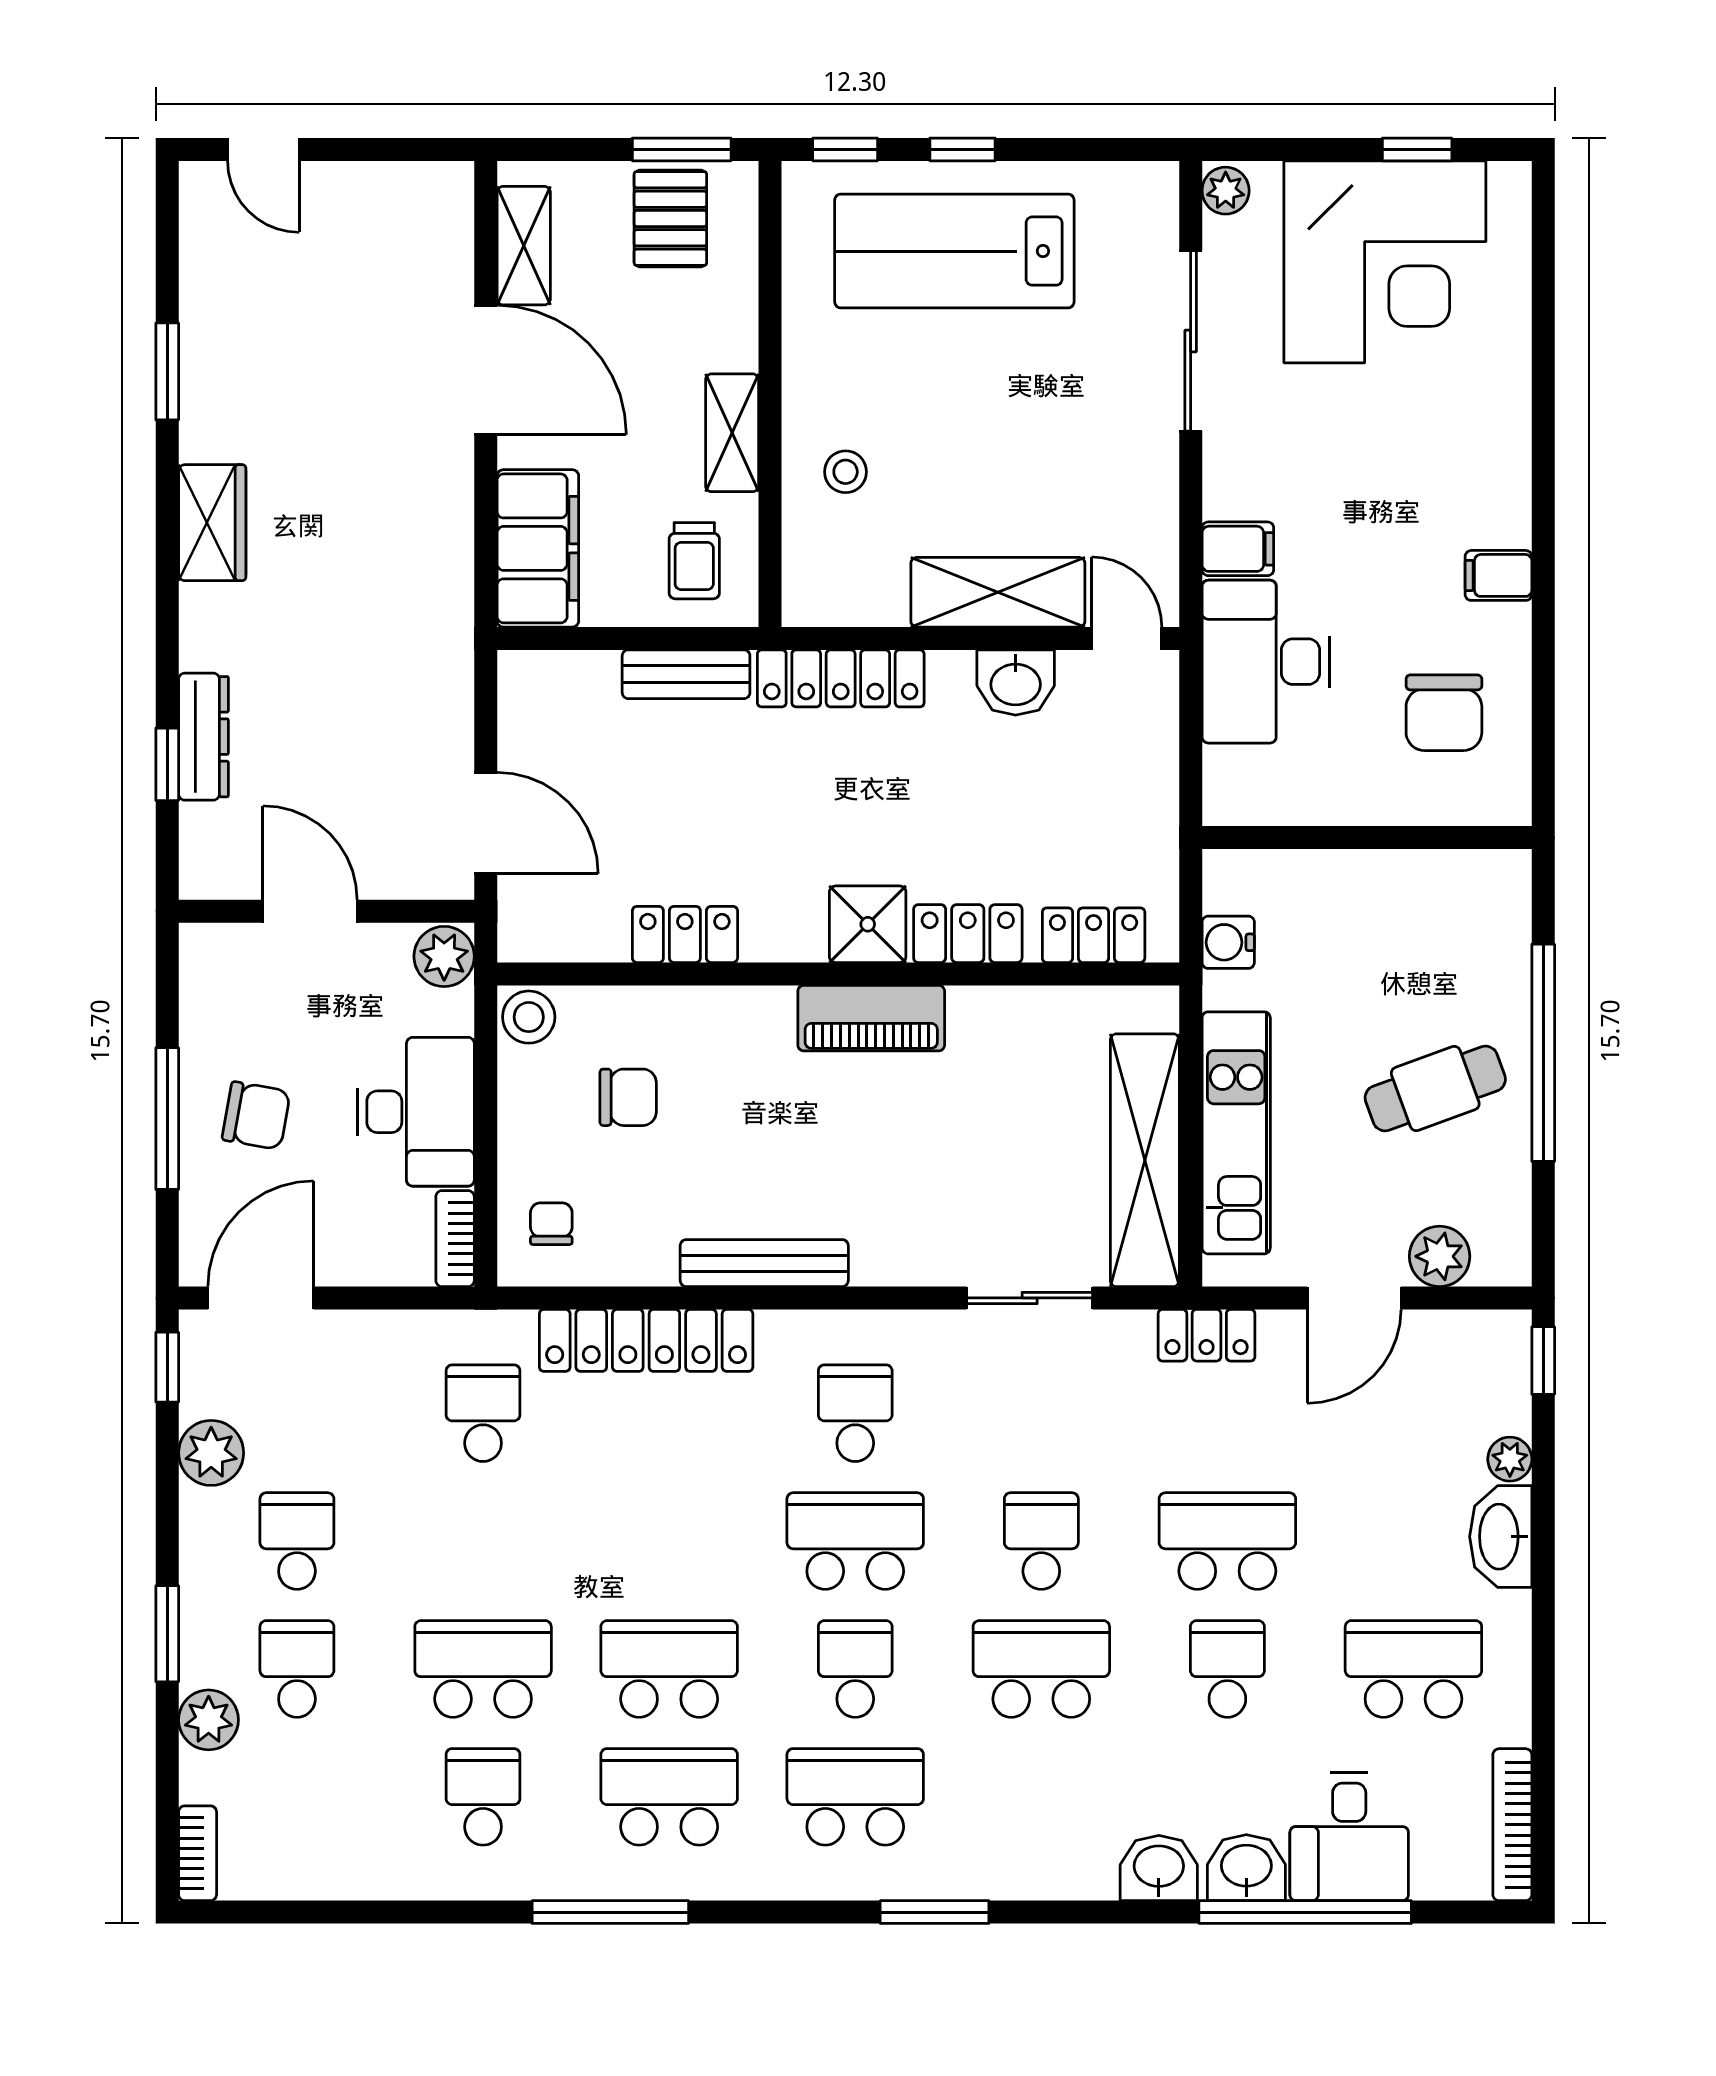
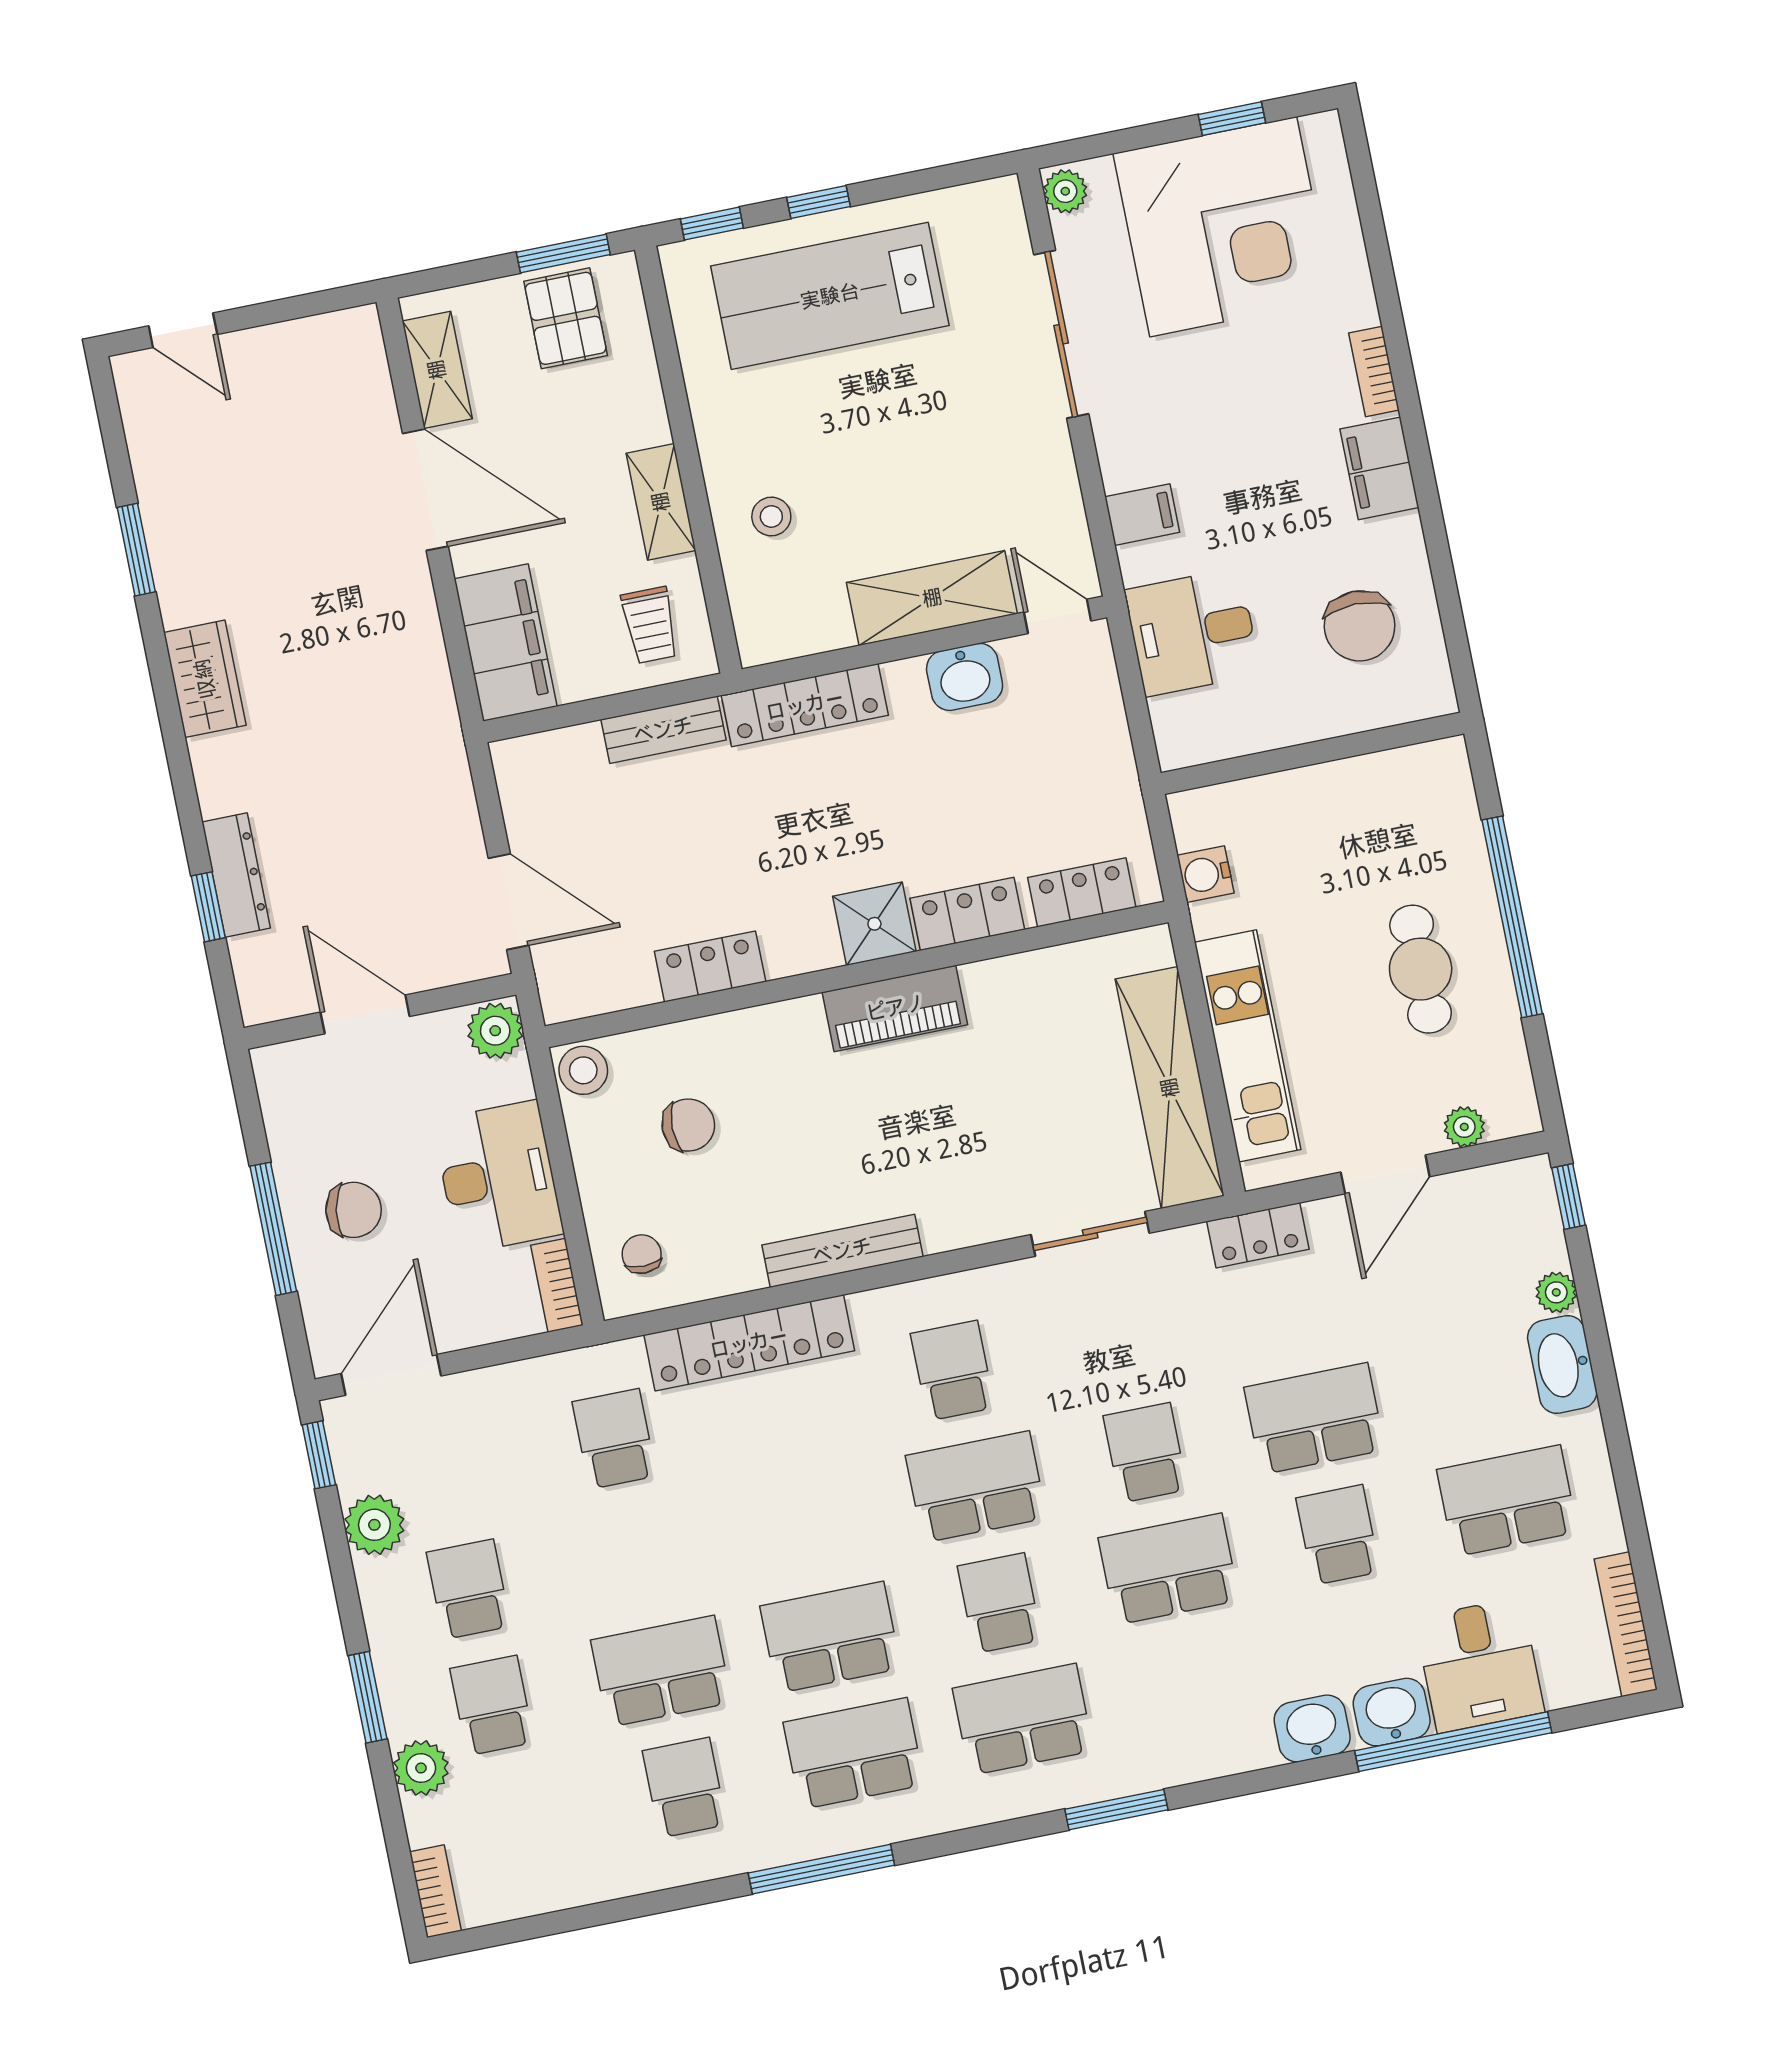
bookcase: (1513, 447) -> (1374, 371), added
filing cabinet: (1498, 575) -> (1379, 468), width x2.00
desk: (1266, 662) -> (1192, 632), width x0.73
cafe table: (1435, 1089) -> (1421, 969), turned -70
plant: (1440, 1256) -> (1464, 1127), width x0.73, depth x0.73

